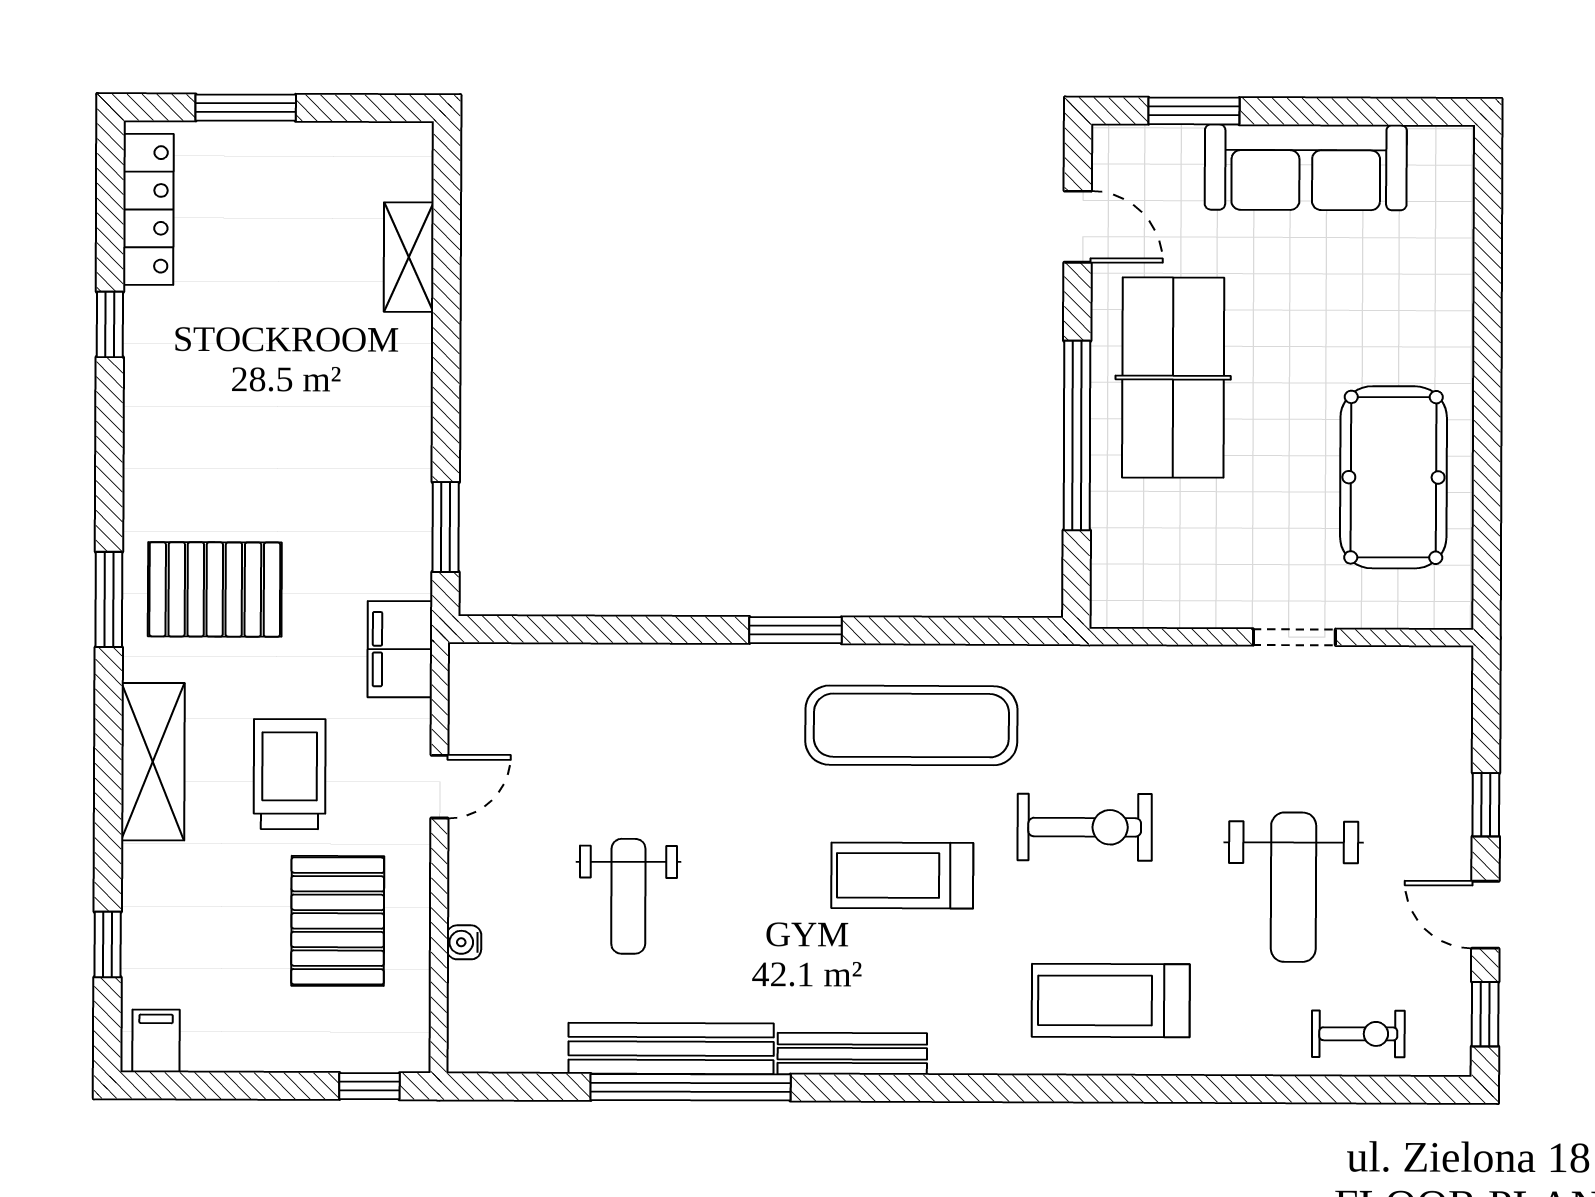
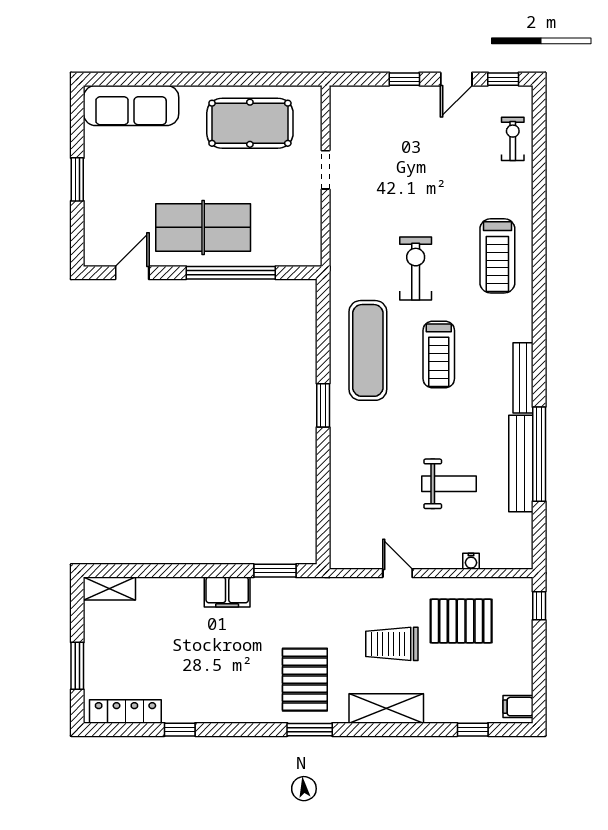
window: (1194, 111) -> (77, 179), moved
sofa: (1306, 167) -> (131, 106), moved, turned 90
shelving: (409, 257) -> (109, 589), moved
filing cabinet: (400, 649) -> (227, 592), moved
weight bench: (1293, 887) -> (444, 170), removed

